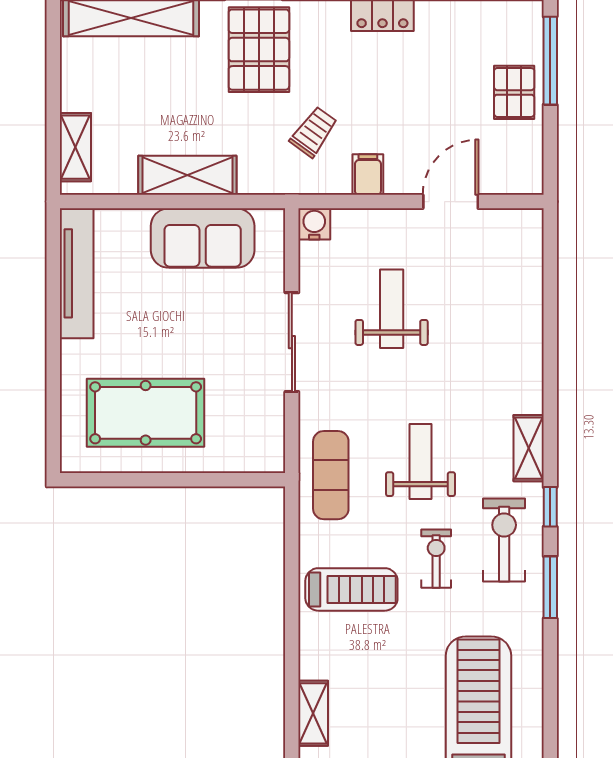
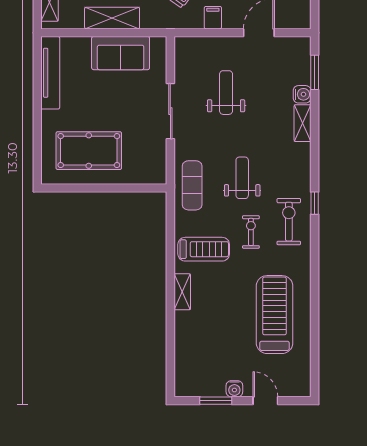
water cooler: (314, 224) -> (302, 94), moved, turned 90
shelving: (529, 448) -> (303, 123), moved
window: (550, 587) -> (315, 72), moved
shelving: (313, 713) -> (182, 292), moved

